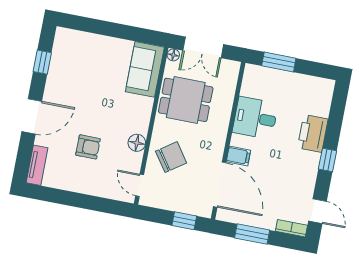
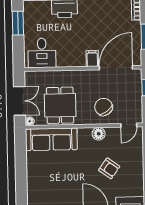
window: (279, 62) -> (18, 23), moved
sofa: (145, 69) -> (51, 139), width x1.36
desk: (255, 118) -> (42, 53), moved
armchair: (88, 147) -> (109, 168), turned 126

